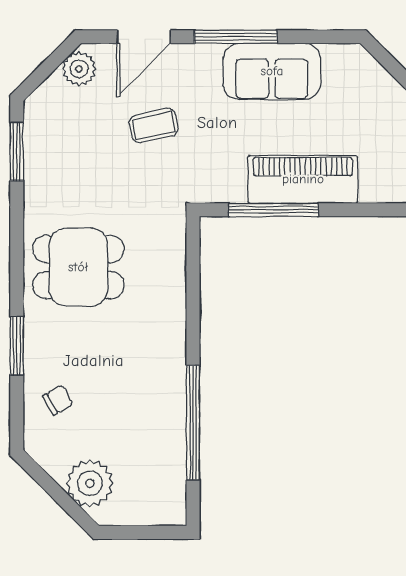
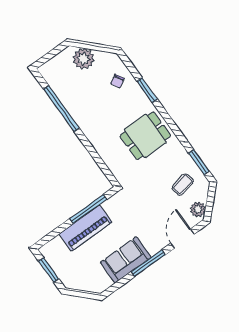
coffee table: (154, 126) -> (183, 185), moved

